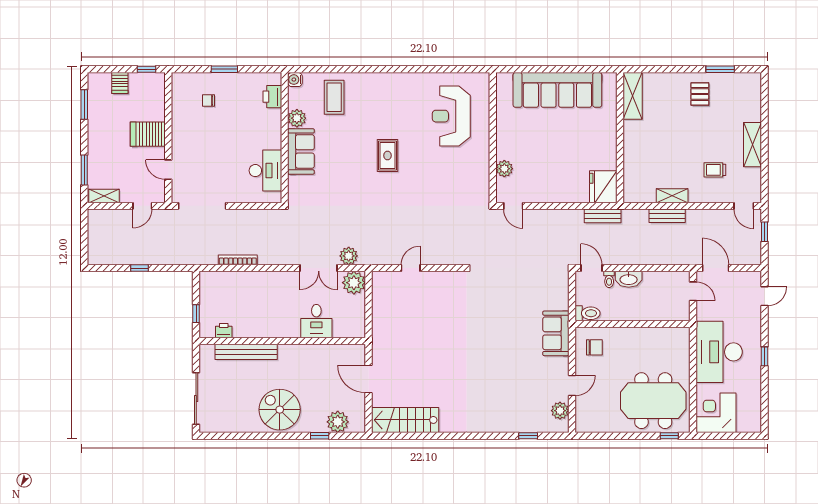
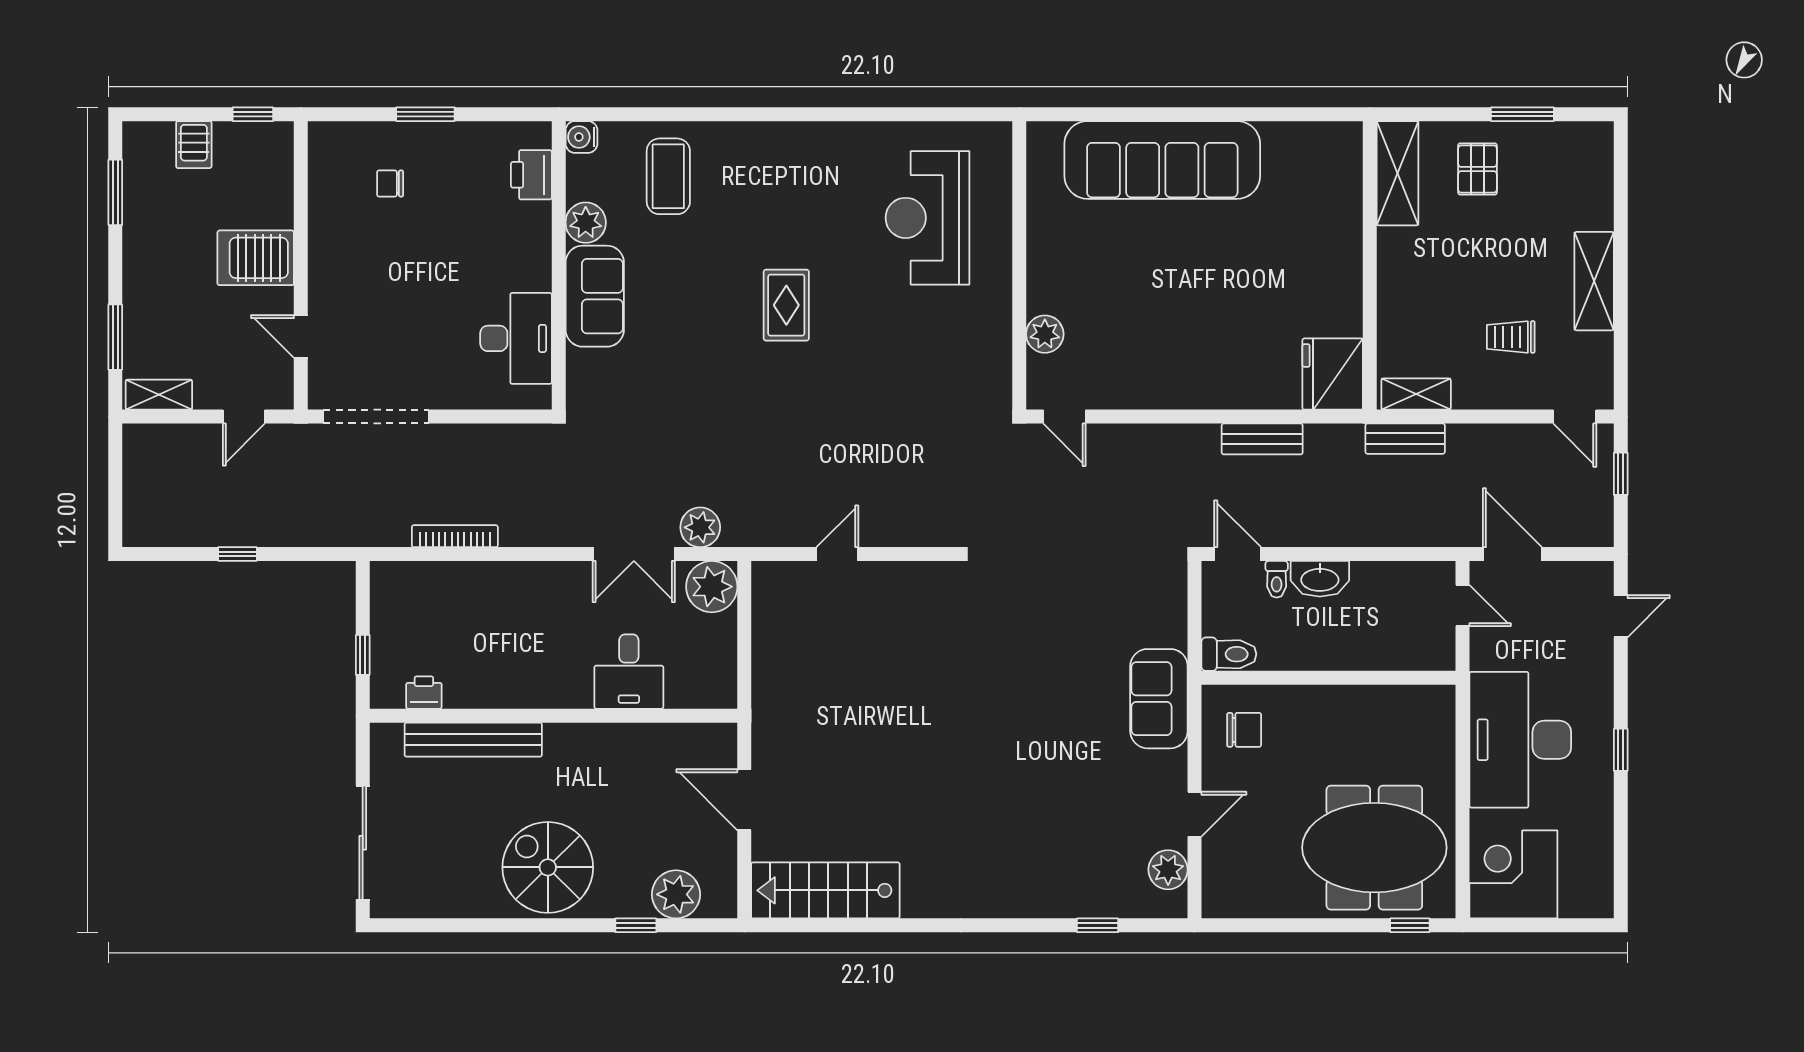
shelving: (633, 96) -> (1397, 173), moved
wall: (620, 138) -> (1370, 265), moved
fridge: (603, 187) -> (1333, 374), moved

